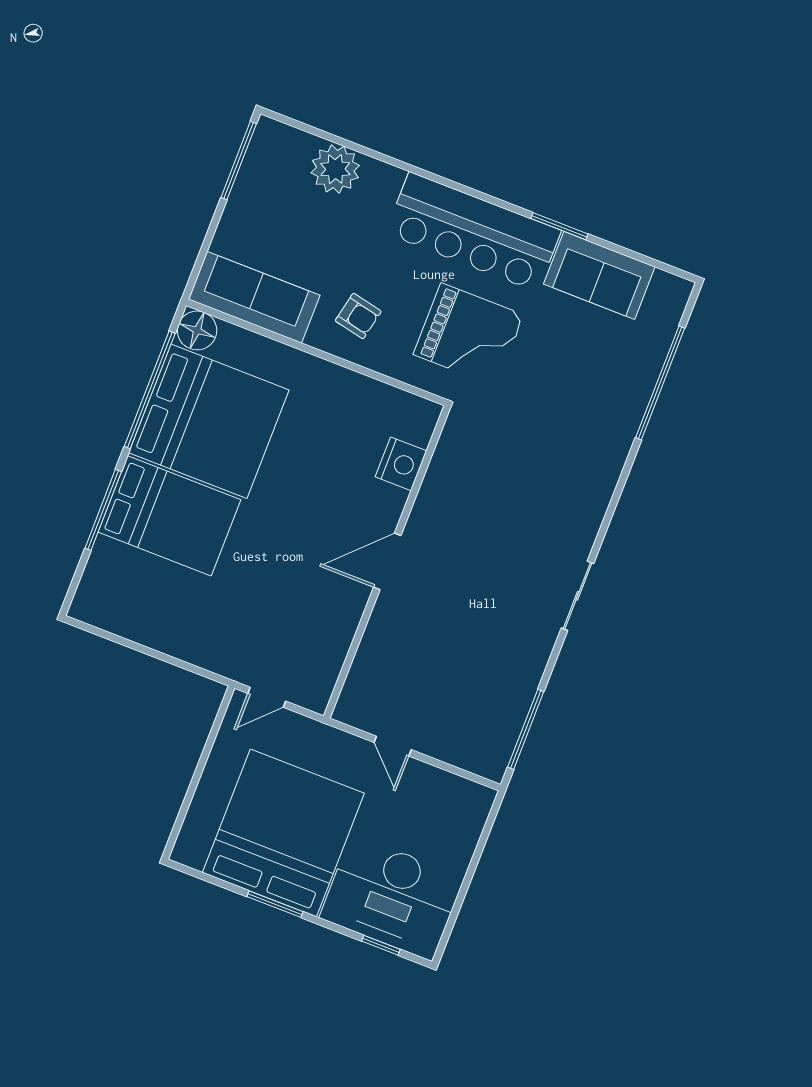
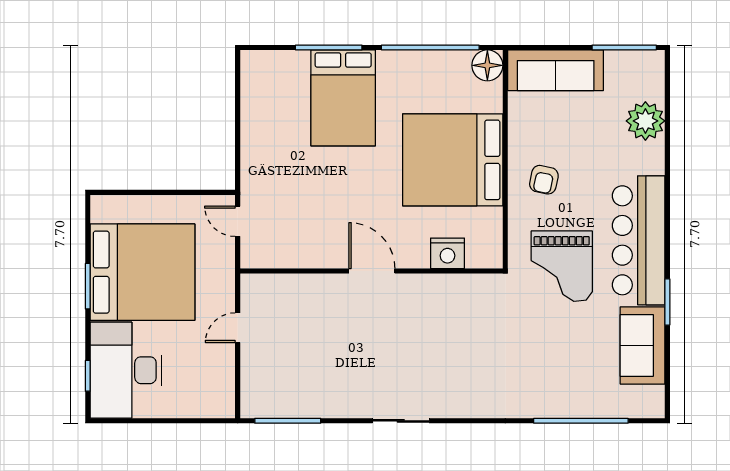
sofa: (254, 297) -> (556, 70), moved, turned 90
bed: (209, 421) -> (453, 160), moved, turned 90

